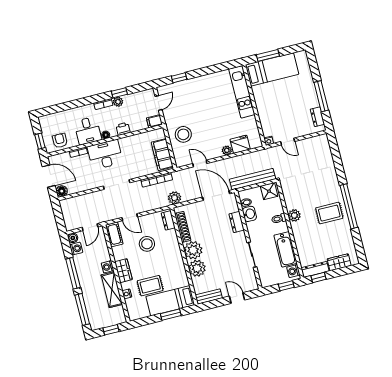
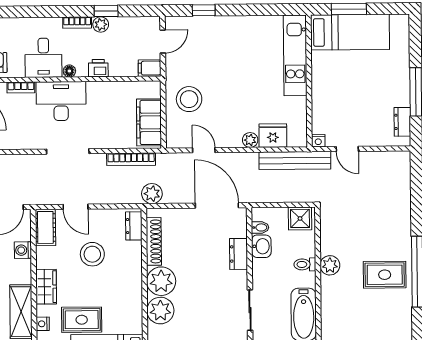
bench: (253, 179) -> (295, 160), moved
washing machine: (108, 267) -> (23, 250), moved

